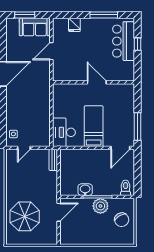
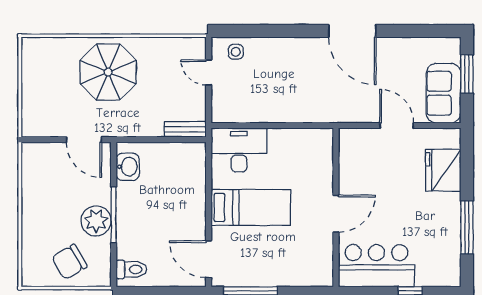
fridge: (74, 25) -> (443, 170), width x1.88, depth x1.34
bar counter: (124, 41) -> (376, 266), moved
washbasin: (85, 190) -> (128, 167), moved
parasol: (25, 216) -> (108, 72), moved

